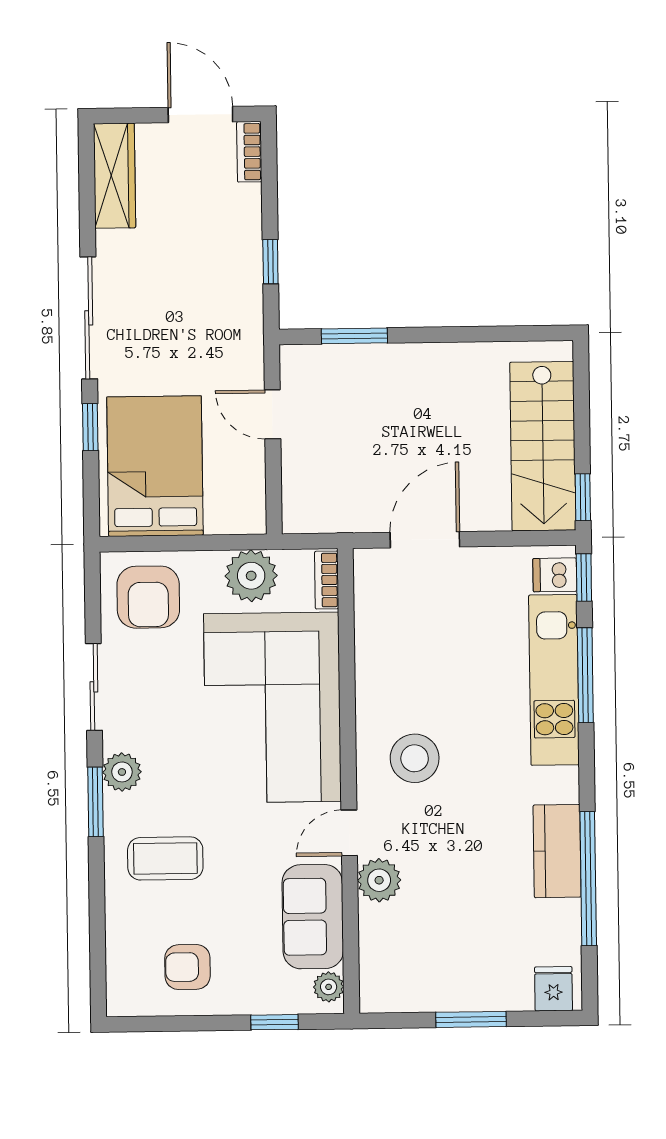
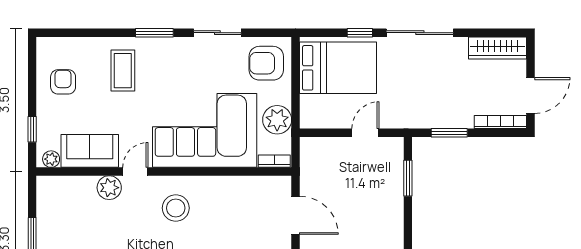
bookcase: (249, 152) -> (500, 122), width x1.56
window: (270, 262) -> (449, 133), width x1.50
plant: (122, 772) -> (171, 47), removed
door: (349, 833) -> (135, 172), hinge flipped

